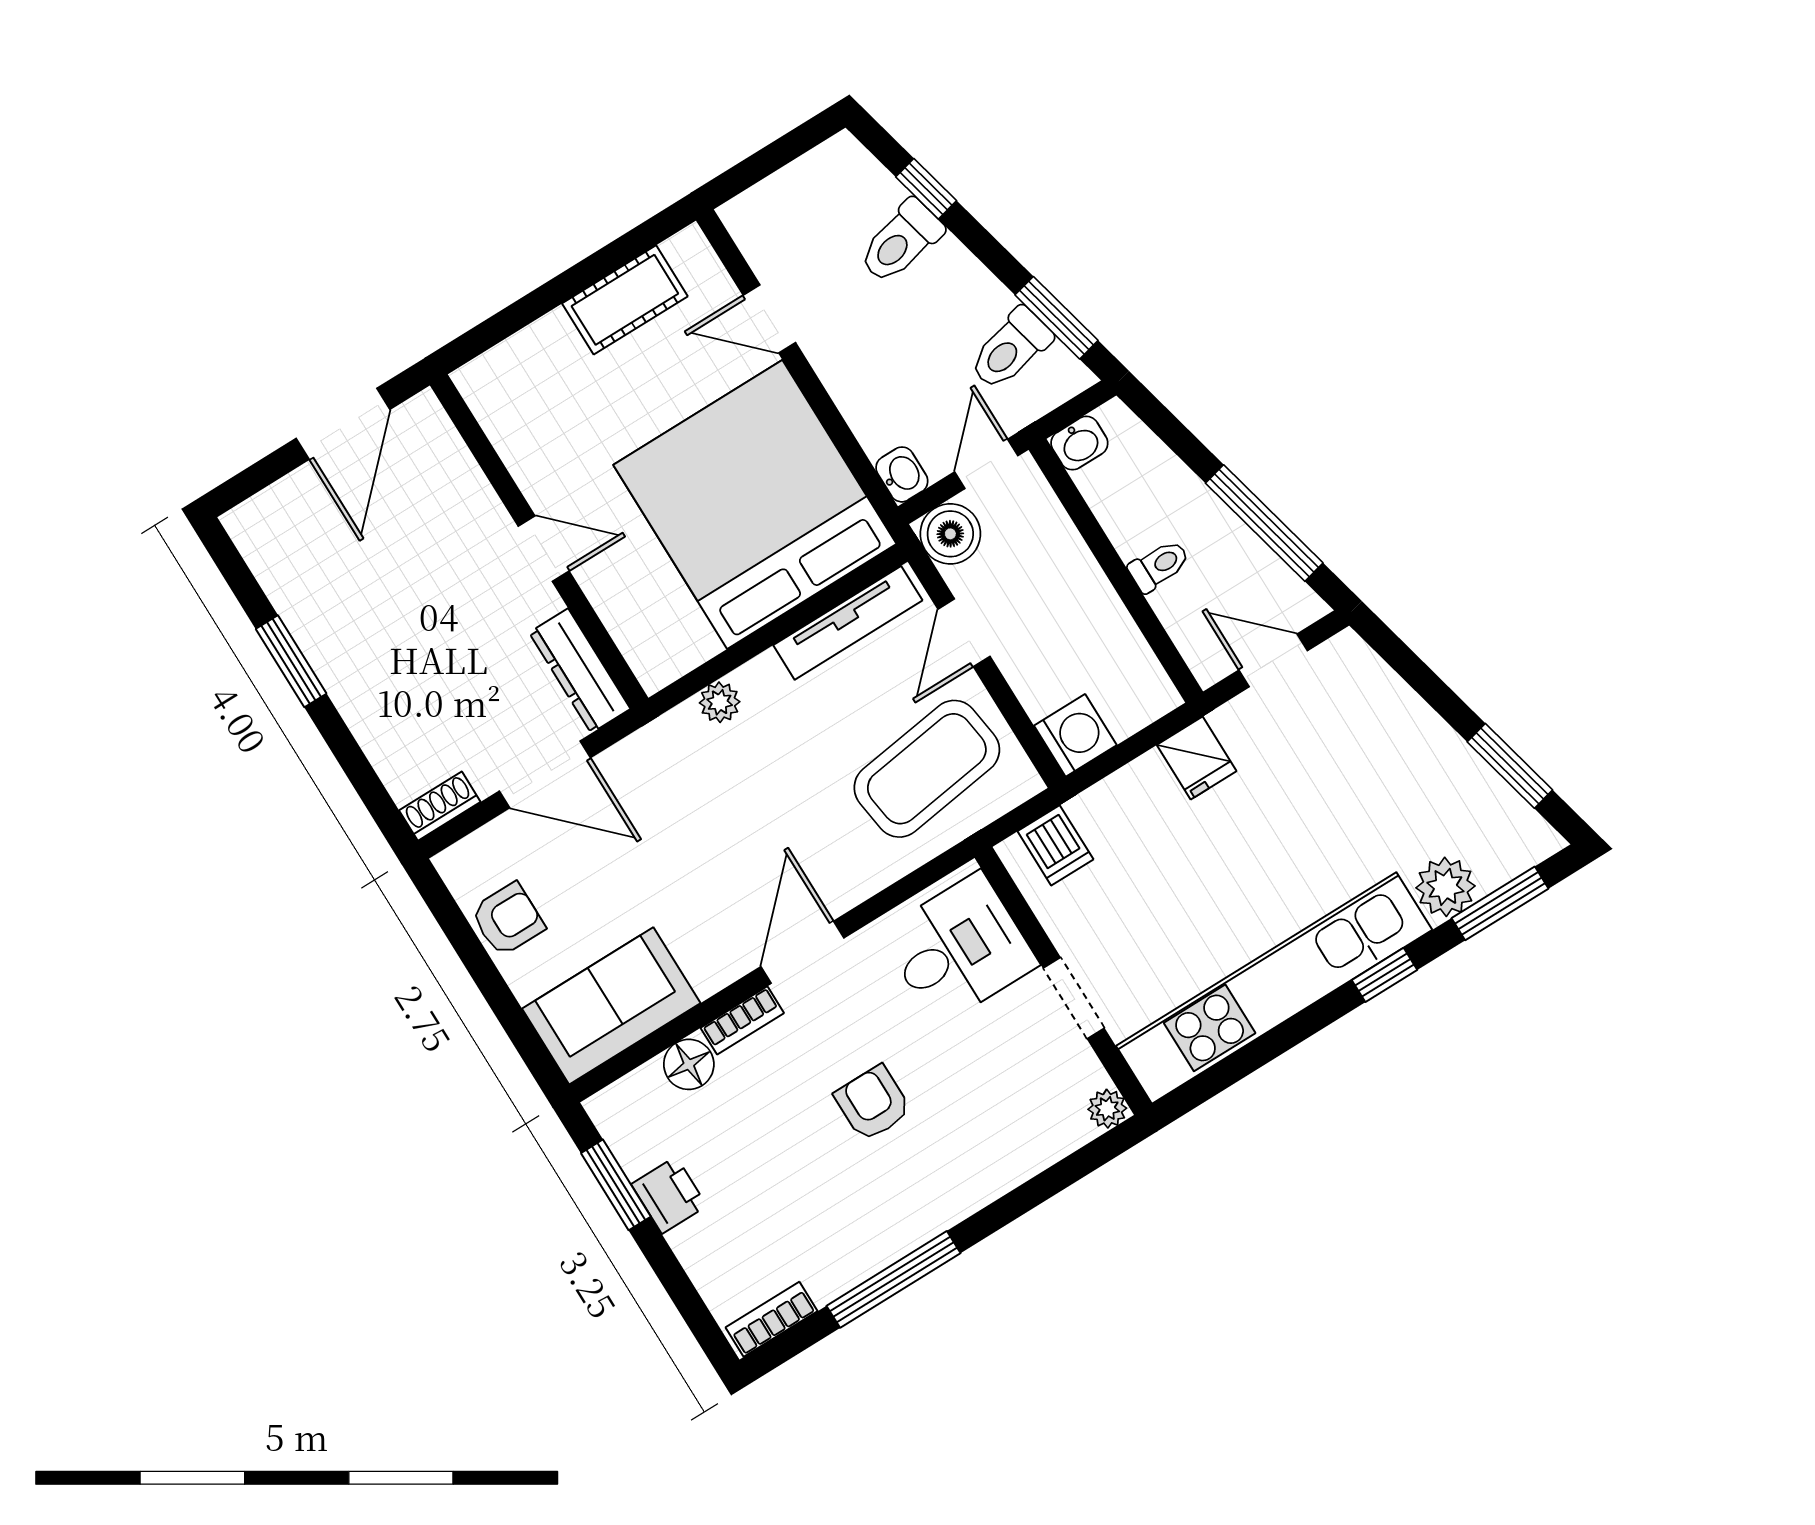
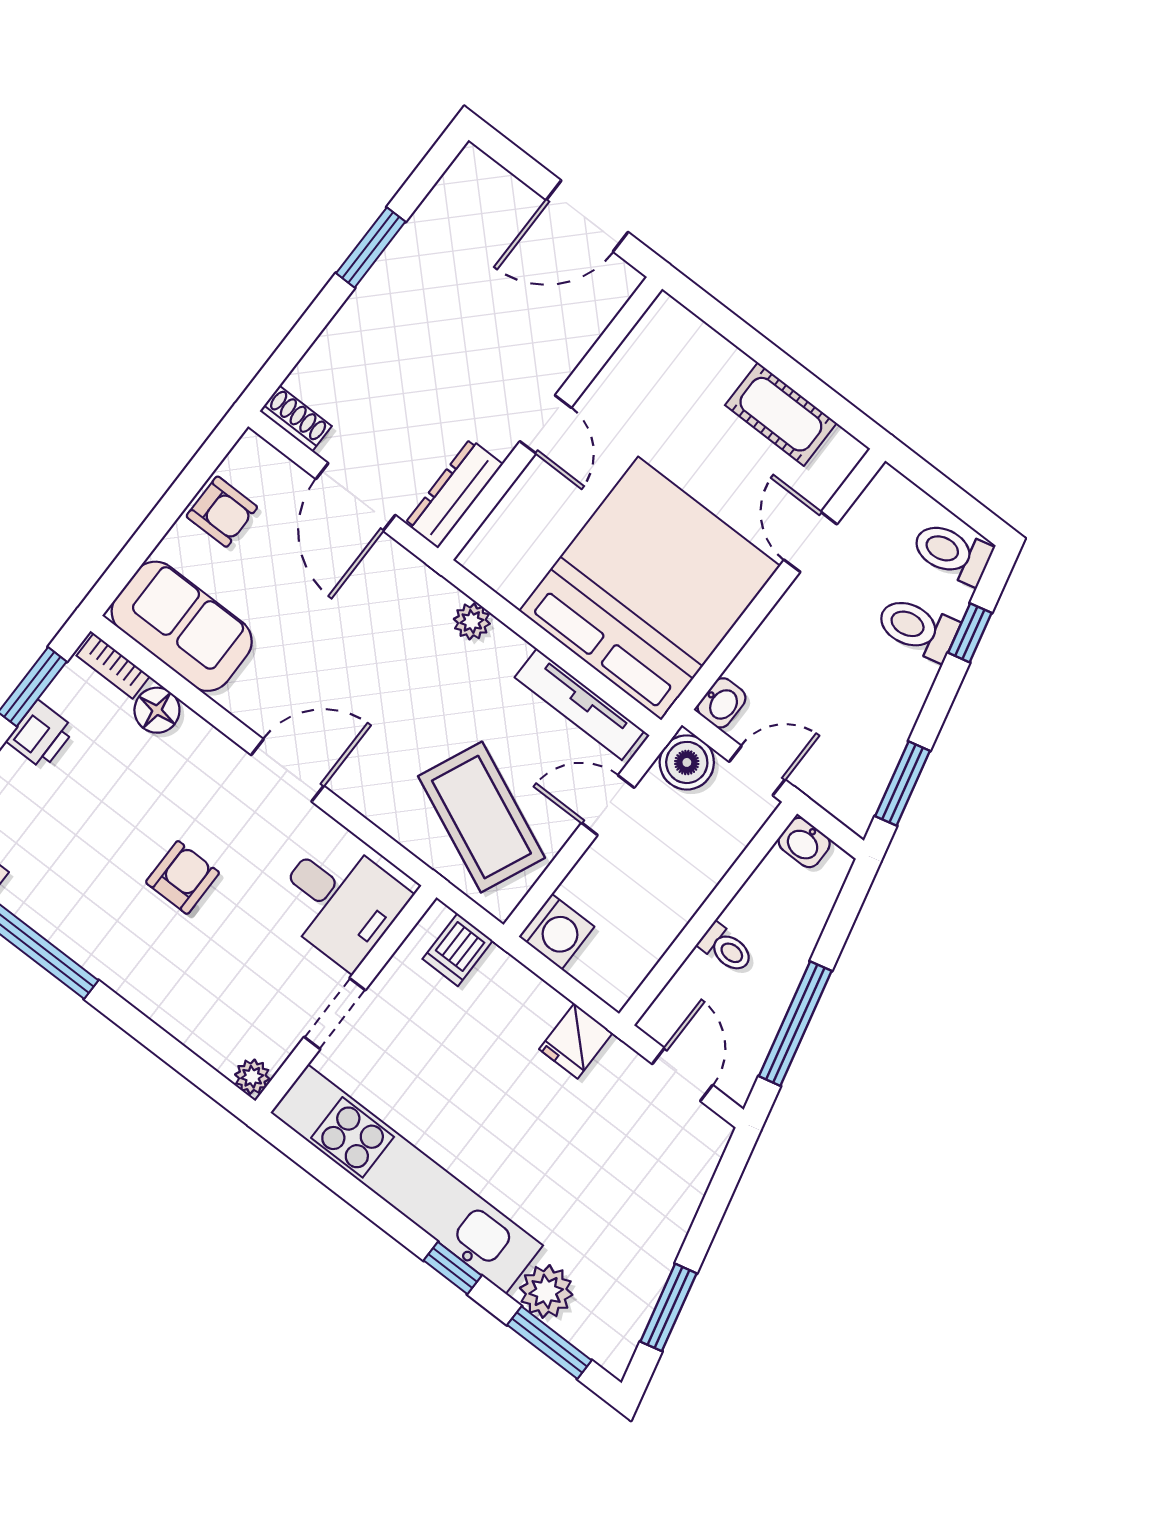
toilet: (1010, 349) -> (952, 553), moved
coffee table: (927, 769) -> (481, 817), turned 32
bookcase: (742, 1020) -> (113, 666), moved

